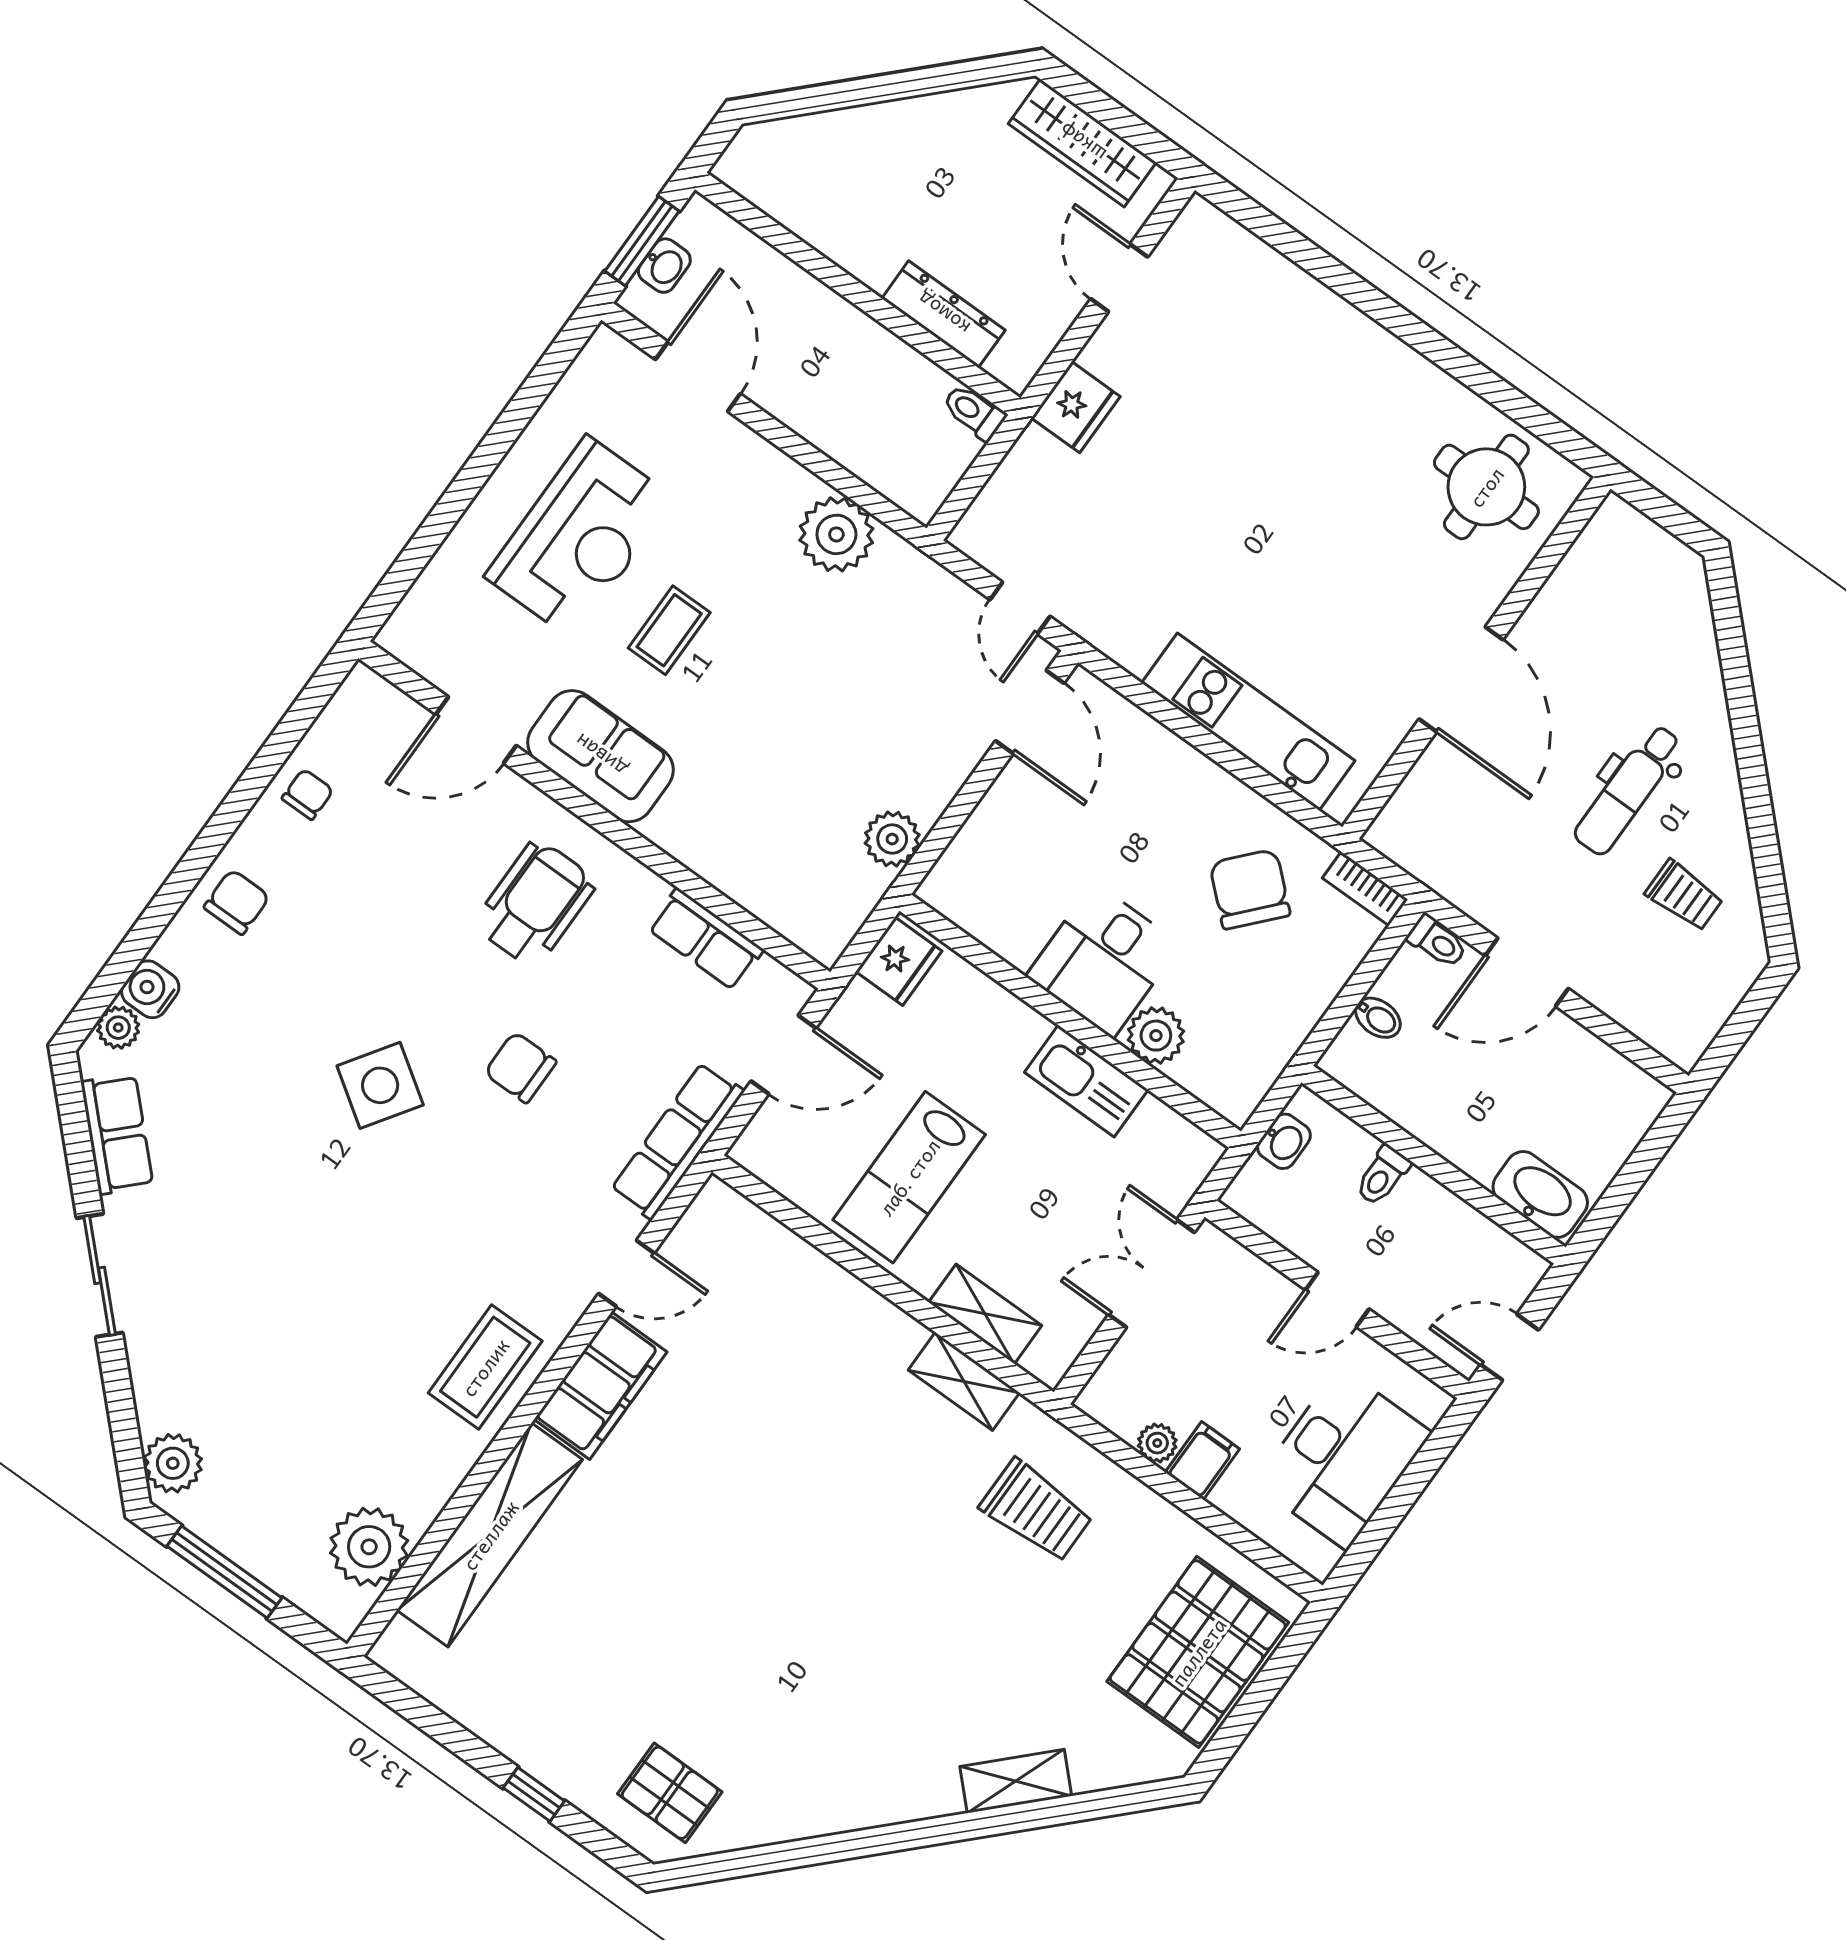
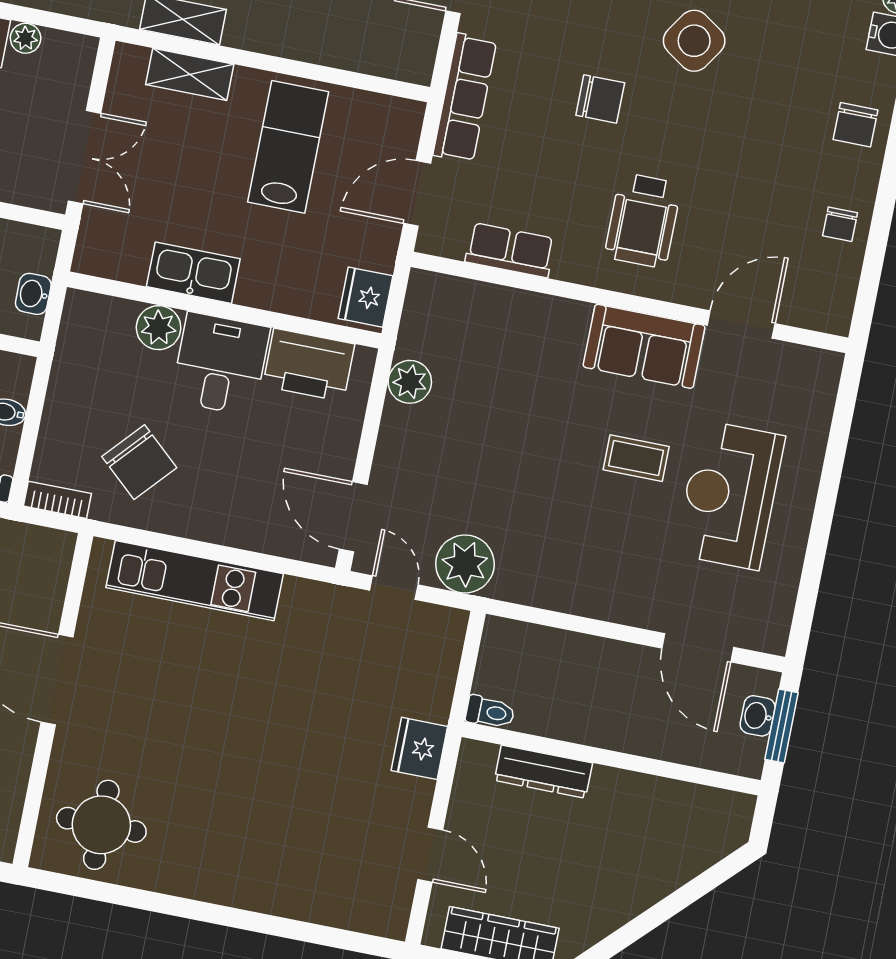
plant: (836, 534) -> (465, 564), moved
coffee table: (669, 630) -> (636, 458), turned 90
printer: (1001, 912) -> (309, 365), added

